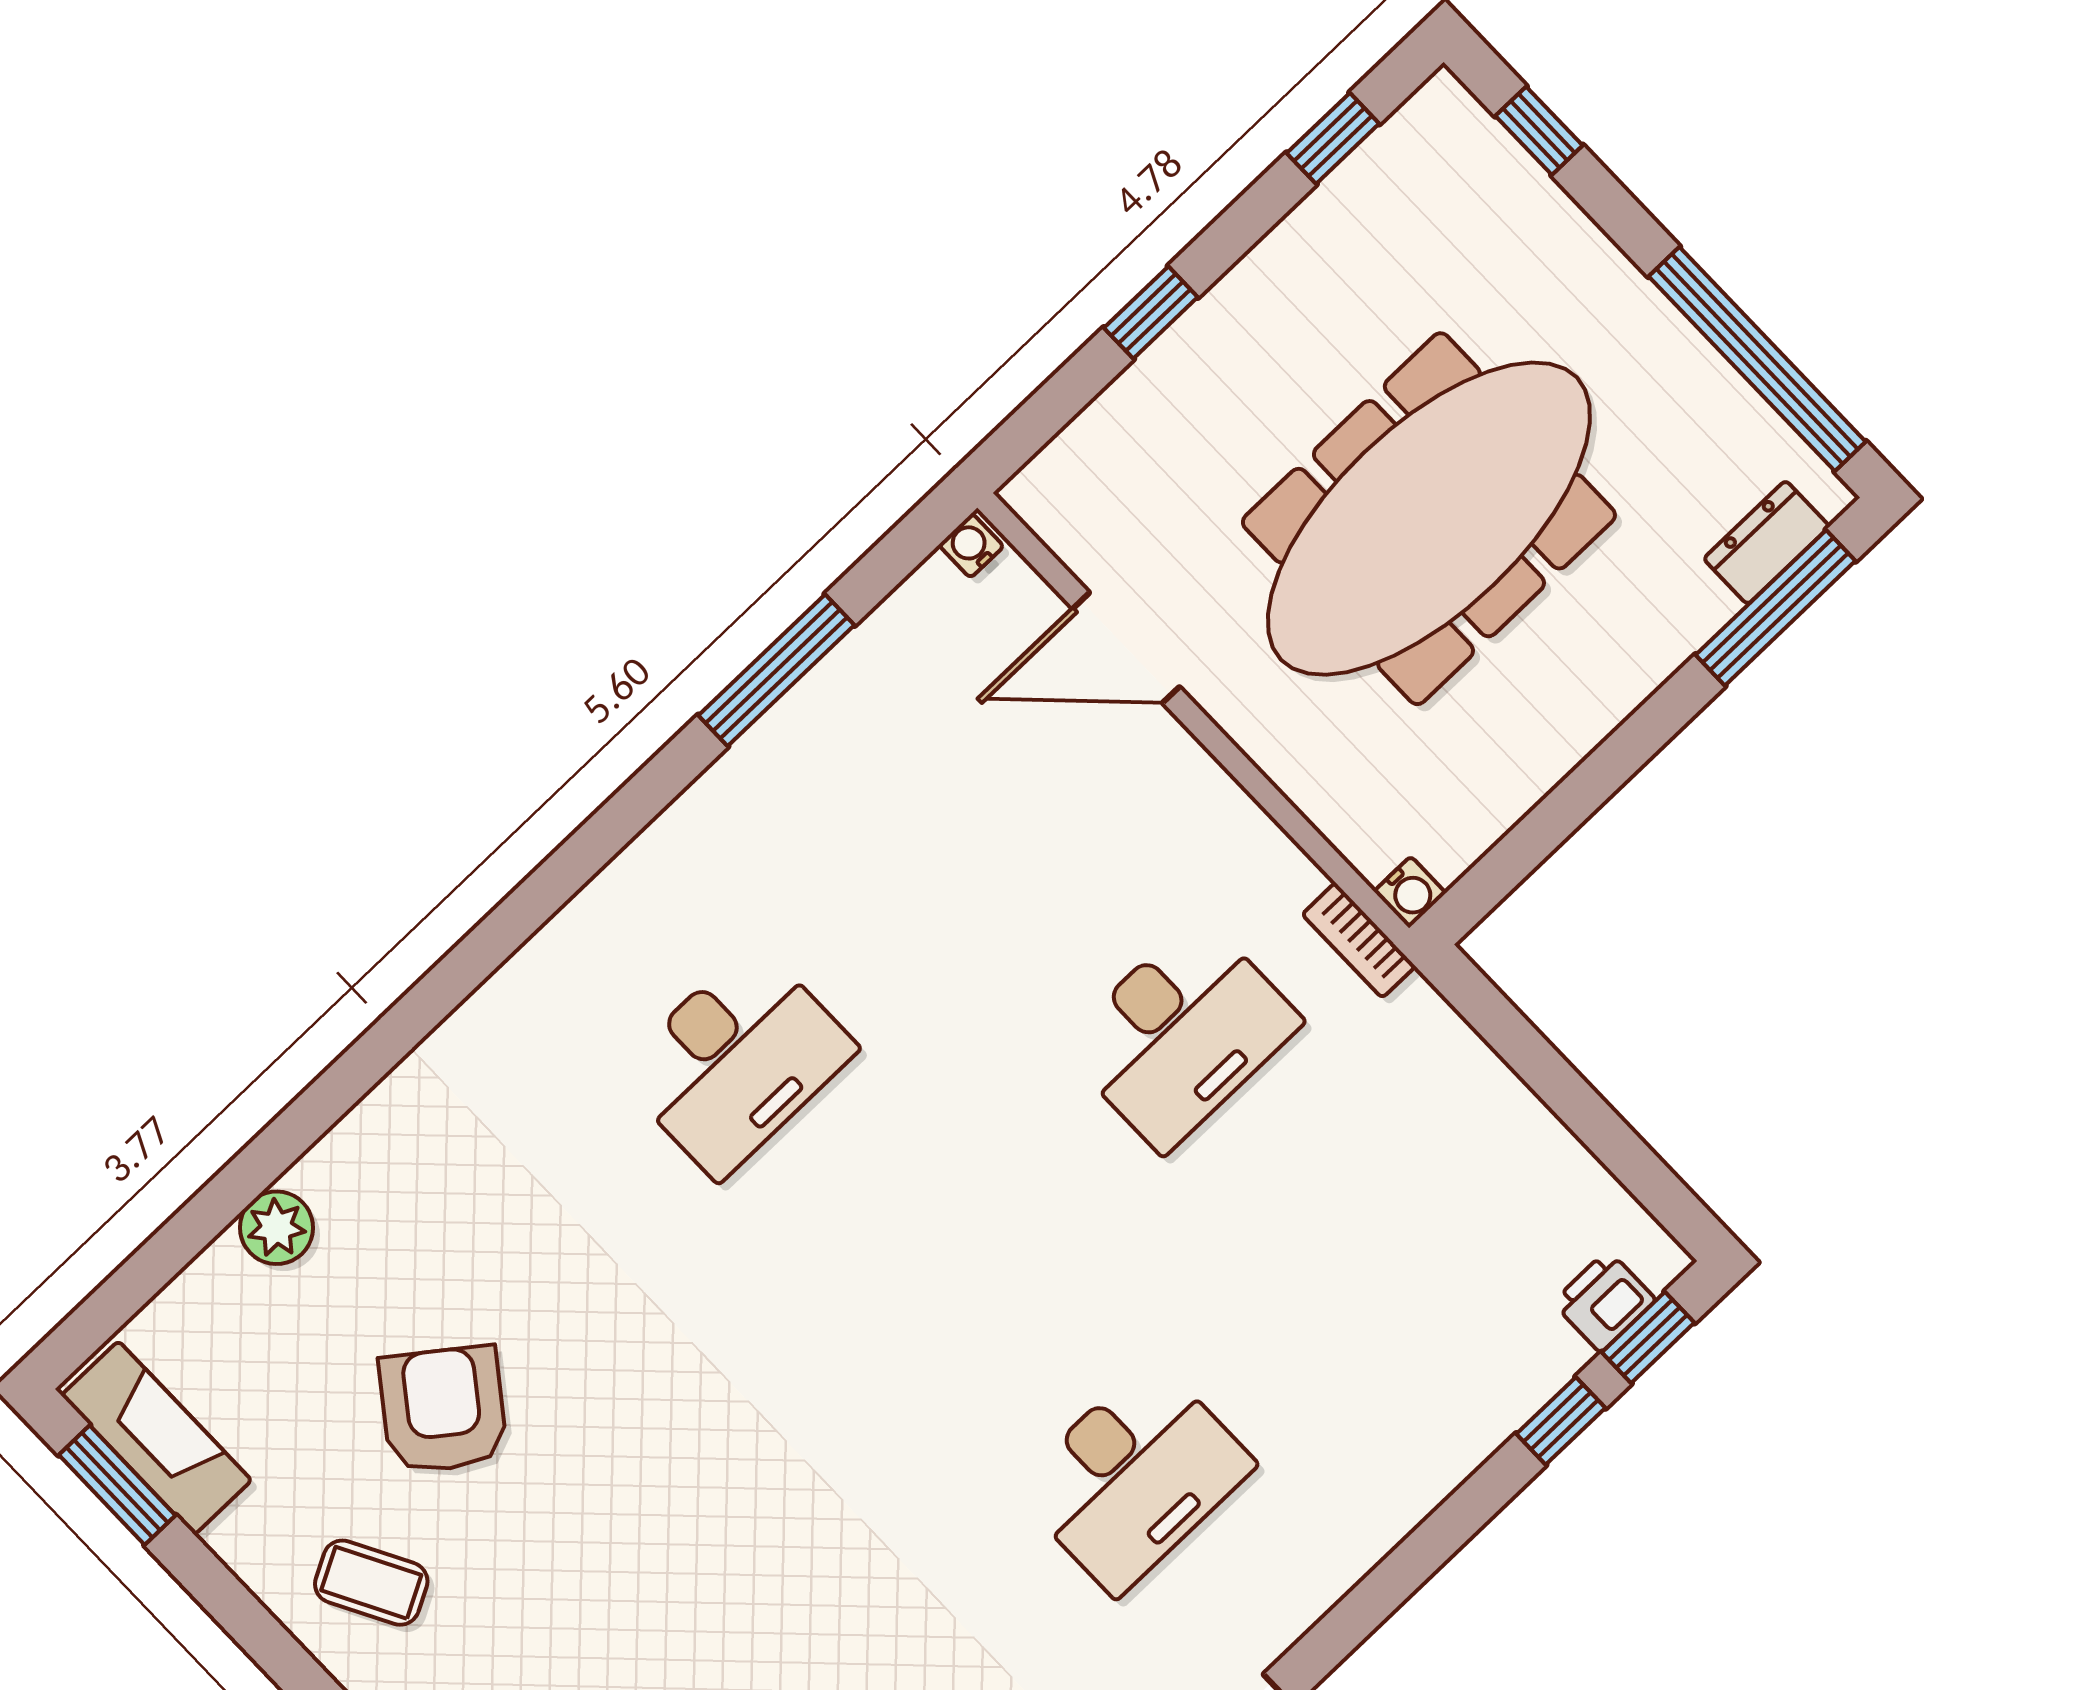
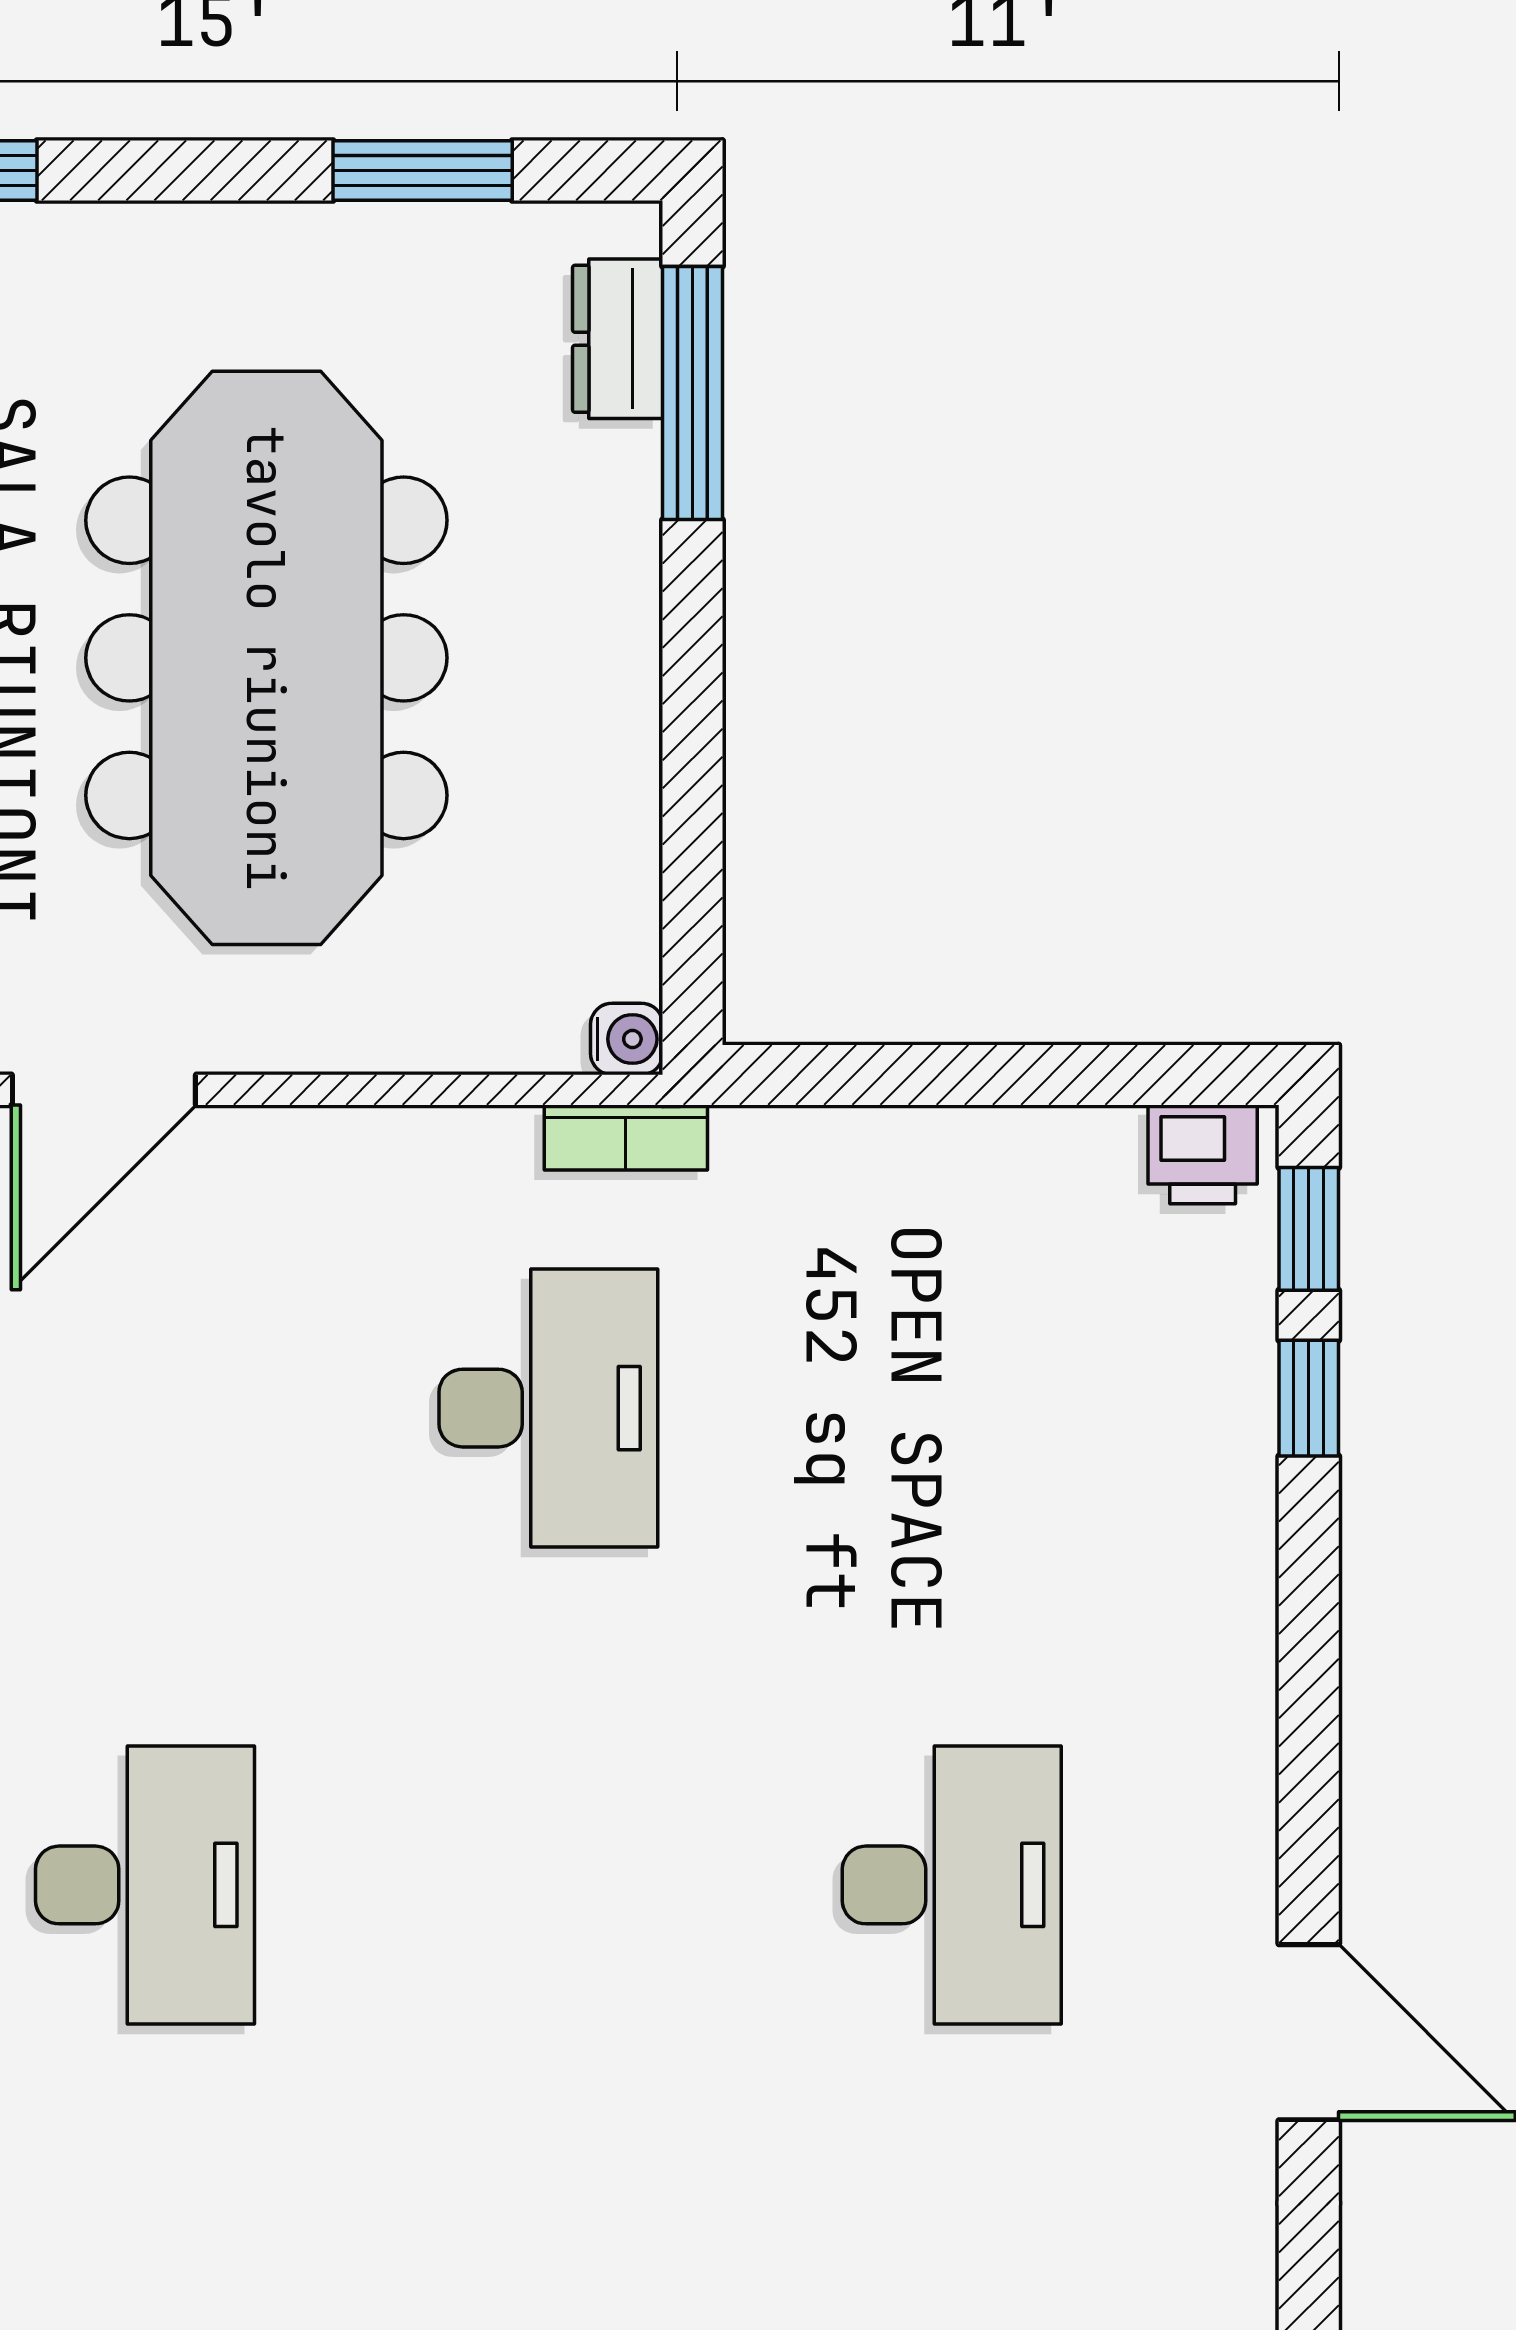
window: (1757, 359) -> (423, 171), width x0.47
printer: (1604, 1301) -> (1203, 1154), moved, turned -90

